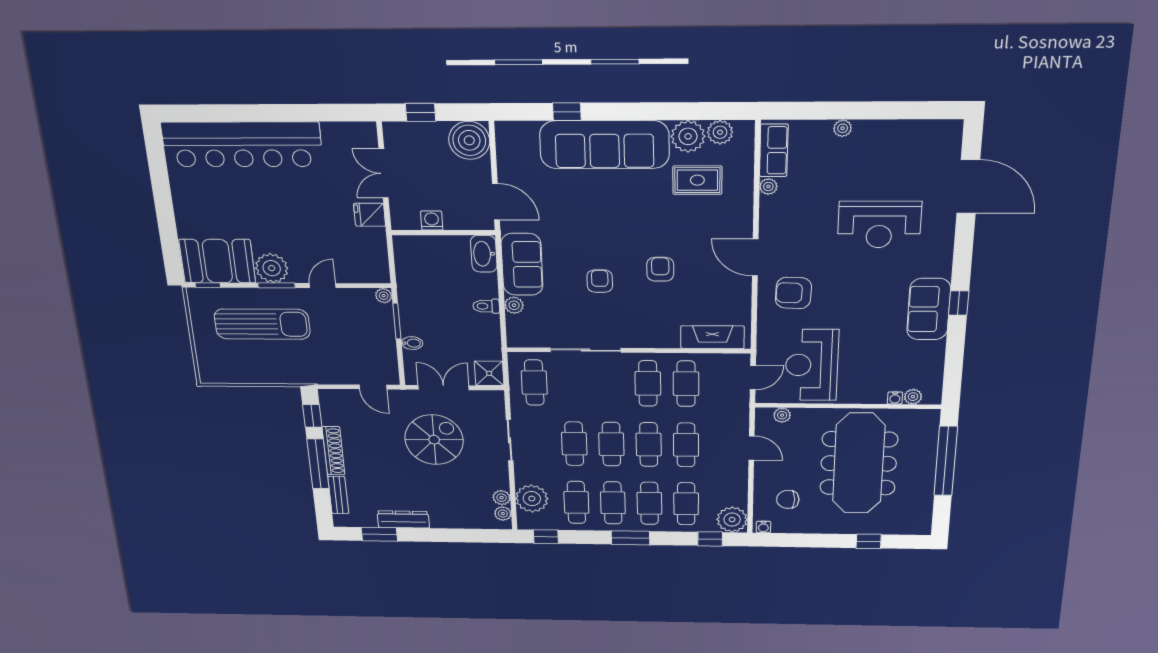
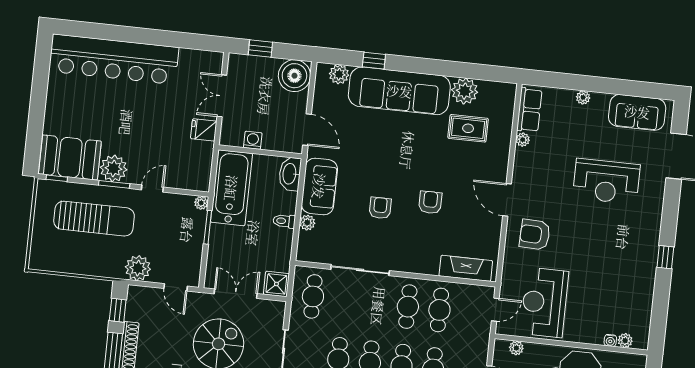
plant: (720, 132) -> (339, 74), moved
bathtub: (416, 276) -> (231, 188), added
sofa: (929, 309) -> (637, 112), moved, turned -90
bidet: (412, 343) -> (217, 249), removed
plant: (325, 371) -> (138, 268), added

